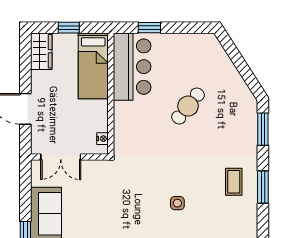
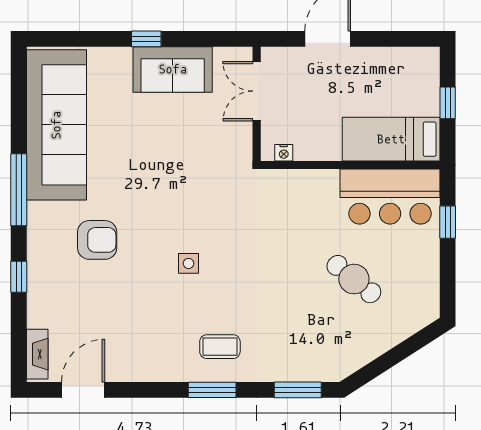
wardrobe: (41, 51) -> (413, 62), removed
cafe table: (188, 106) -> (354, 279), moved

